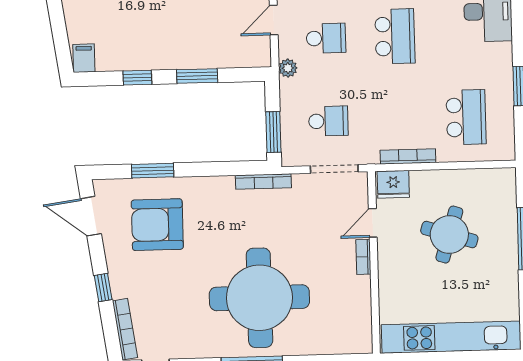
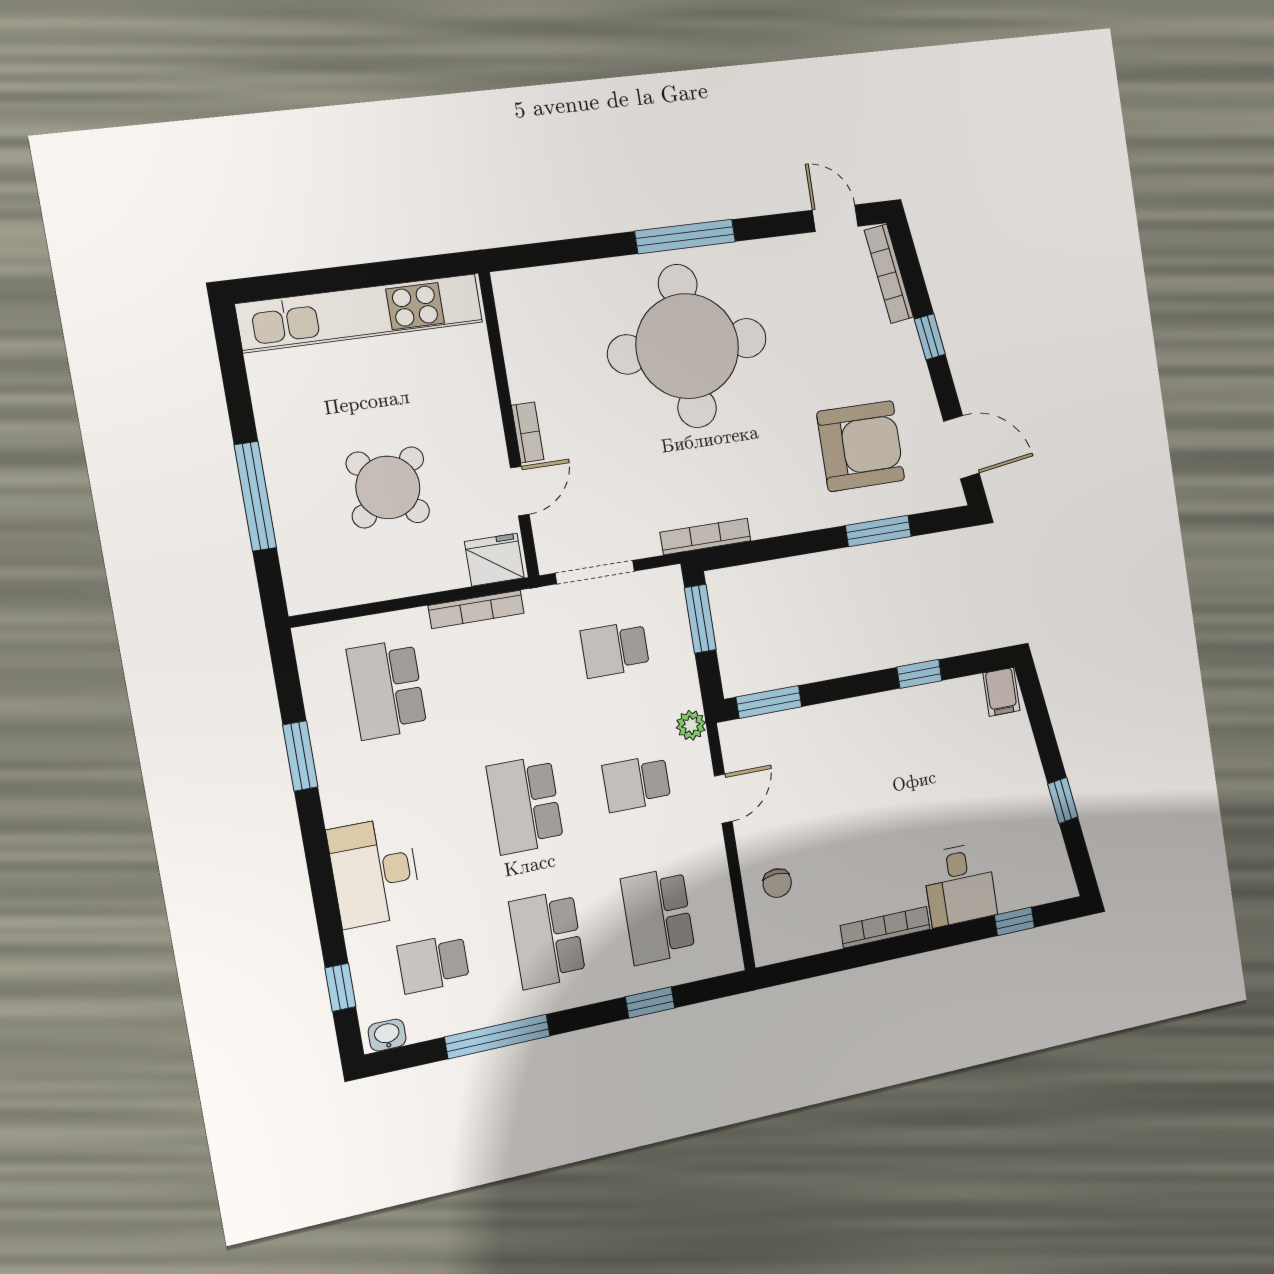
window: (197, 76) -> (769, 702), moved
round table: (449, 235) -> (388, 487), turned 31

